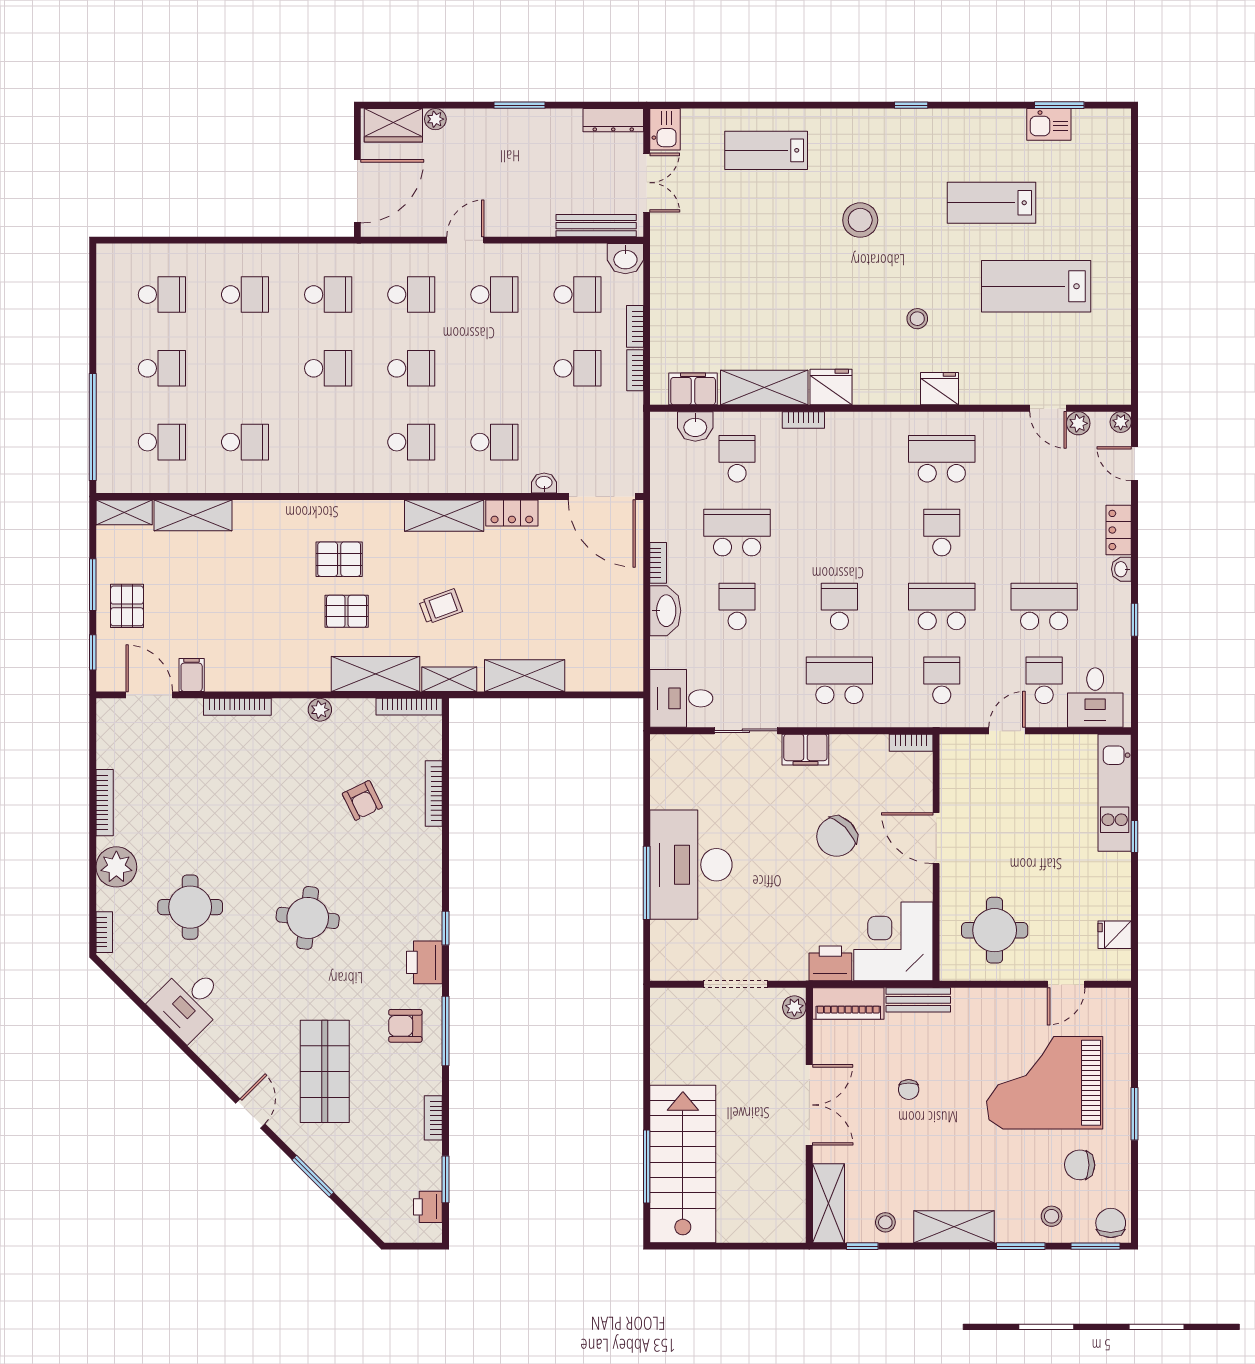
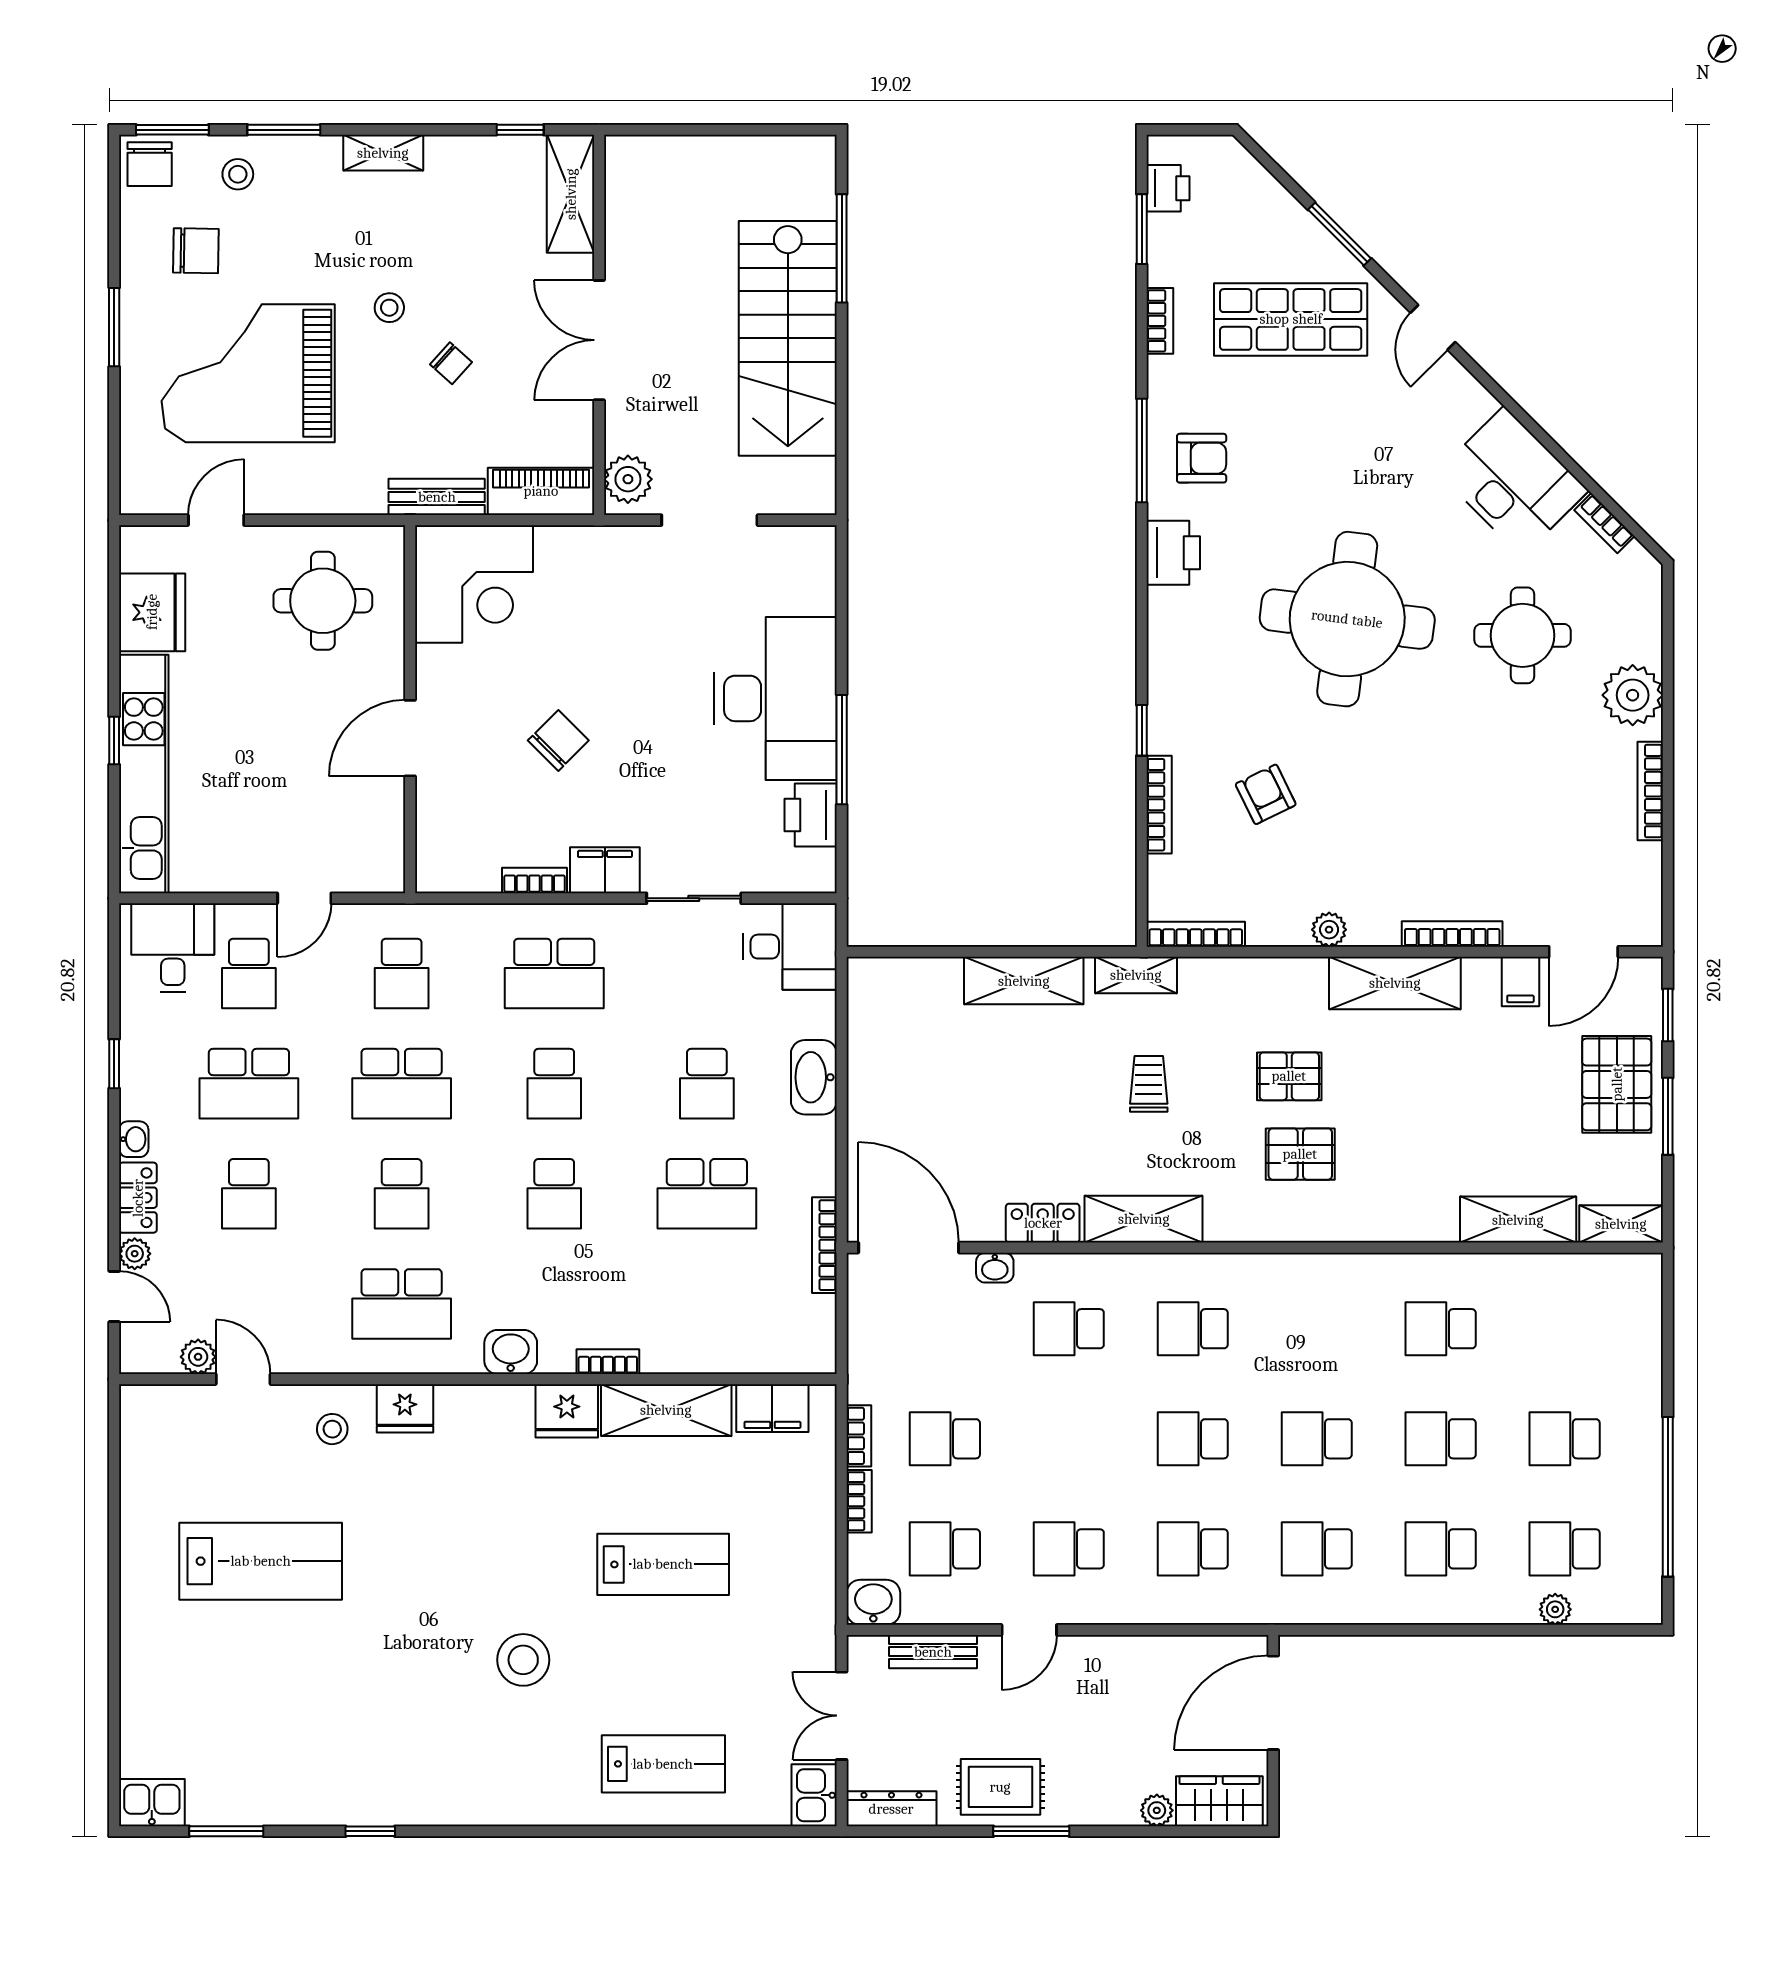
window: (911, 105) -> (370, 1831), moved
kitchen sink: (1049, 124) -> (152, 1803), moved
rug: (540, 135) -> (1000, 1787), added
lab bench: (992, 203) -> (663, 1564), moved
bench: (596, 226) -> (933, 1652), width x0.73
door: (465, 240) -> (1029, 1630), moved
plant: (168, 254) -> (1555, 1609), added
stool: (917, 319) -> (332, 1429), moved
plant: (1121, 422) -> (135, 1254), moved
washbasin: (695, 426) -> (511, 1352), moved
window: (93, 427) -> (1668, 1497), moved
school desk: (162, 442) -> (1441, 1439), moved
school desk: (737, 459) -> (554, 1194), moved
school desk: (1044, 533) -> (249, 1194), added
bookcase: (658, 563) -> (824, 1245), moved, width x1.56
pallet: (127, 606) -> (1617, 1084), width x1.50, depth x1.42
trolley: (441, 606) -> (1149, 1084), turned 110
shelving: (376, 674) -> (1395, 983), moved
door: (149, 695) -> (1583, 952), hinge flipped
bookcase: (911, 743) -> (535, 880), moved
kitchen unit: (1115, 793) -> (144, 774), width x1.36
chair: (837, 837) -> (558, 740), width x0.73, depth x0.73
door: (936, 838) -> (410, 738), swing flipped
window: (647, 883) -> (842, 750), moved
round table: (308, 918) -> (1347, 619), width x1.86, depth x1.86
window: (446, 928) -> (1142, 730), moved
bookcase: (104, 932) -> (1604, 523), moved, turned -45
fridge: (1115, 935) -> (152, 612), width x1.88, depth x1.34
printer: (830, 963) -> (811, 815), moved, turned 90
desk: (189, 1002) -> (1513, 481), width x1.37
plant: (794, 1007) -> (628, 479), width x1.38, depth x1.38
shop shelf: (325, 1071) -> (1291, 319), moved, turned 90
grand piano: (1045, 1083) -> (248, 373), turned 180
chair: (909, 1089) -> (451, 363), turned 132
stairs: (683, 1164) -> (788, 338), moved
stool: (885, 1222) -> (389, 308), moved
shelving: (954, 1227) -> (383, 153), width x0.67, depth x0.75

